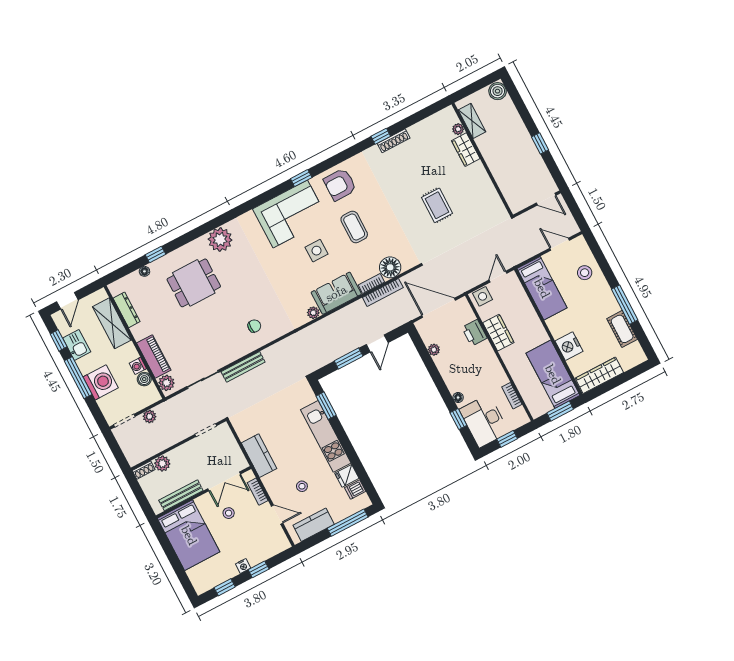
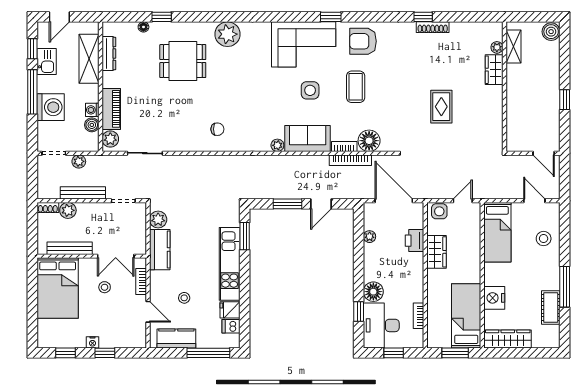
bench: (243, 367) -> (83, 193), moved
floor lamp: (458, 398) -> (373, 292), width x1.89, depth x1.89
plant: (244, 431) -> (158, 219), added

